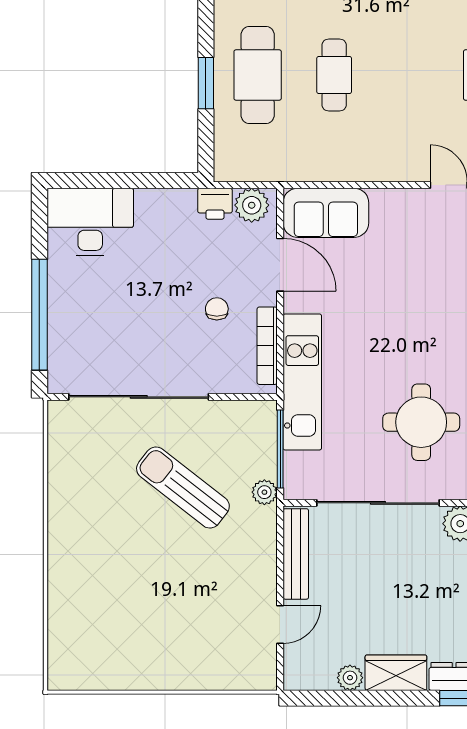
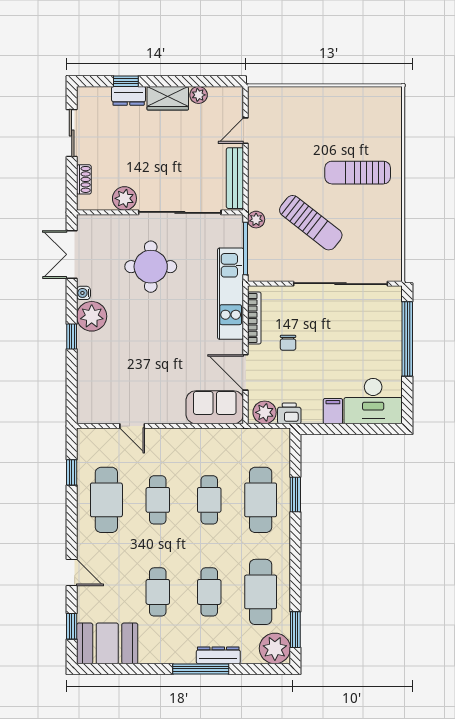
cafe table: (411, 75) -> (158, 500), added
filing cabinet: (150, 207) -> (333, 411), added
sun lounger: (113, 562) -> (358, 173), added

